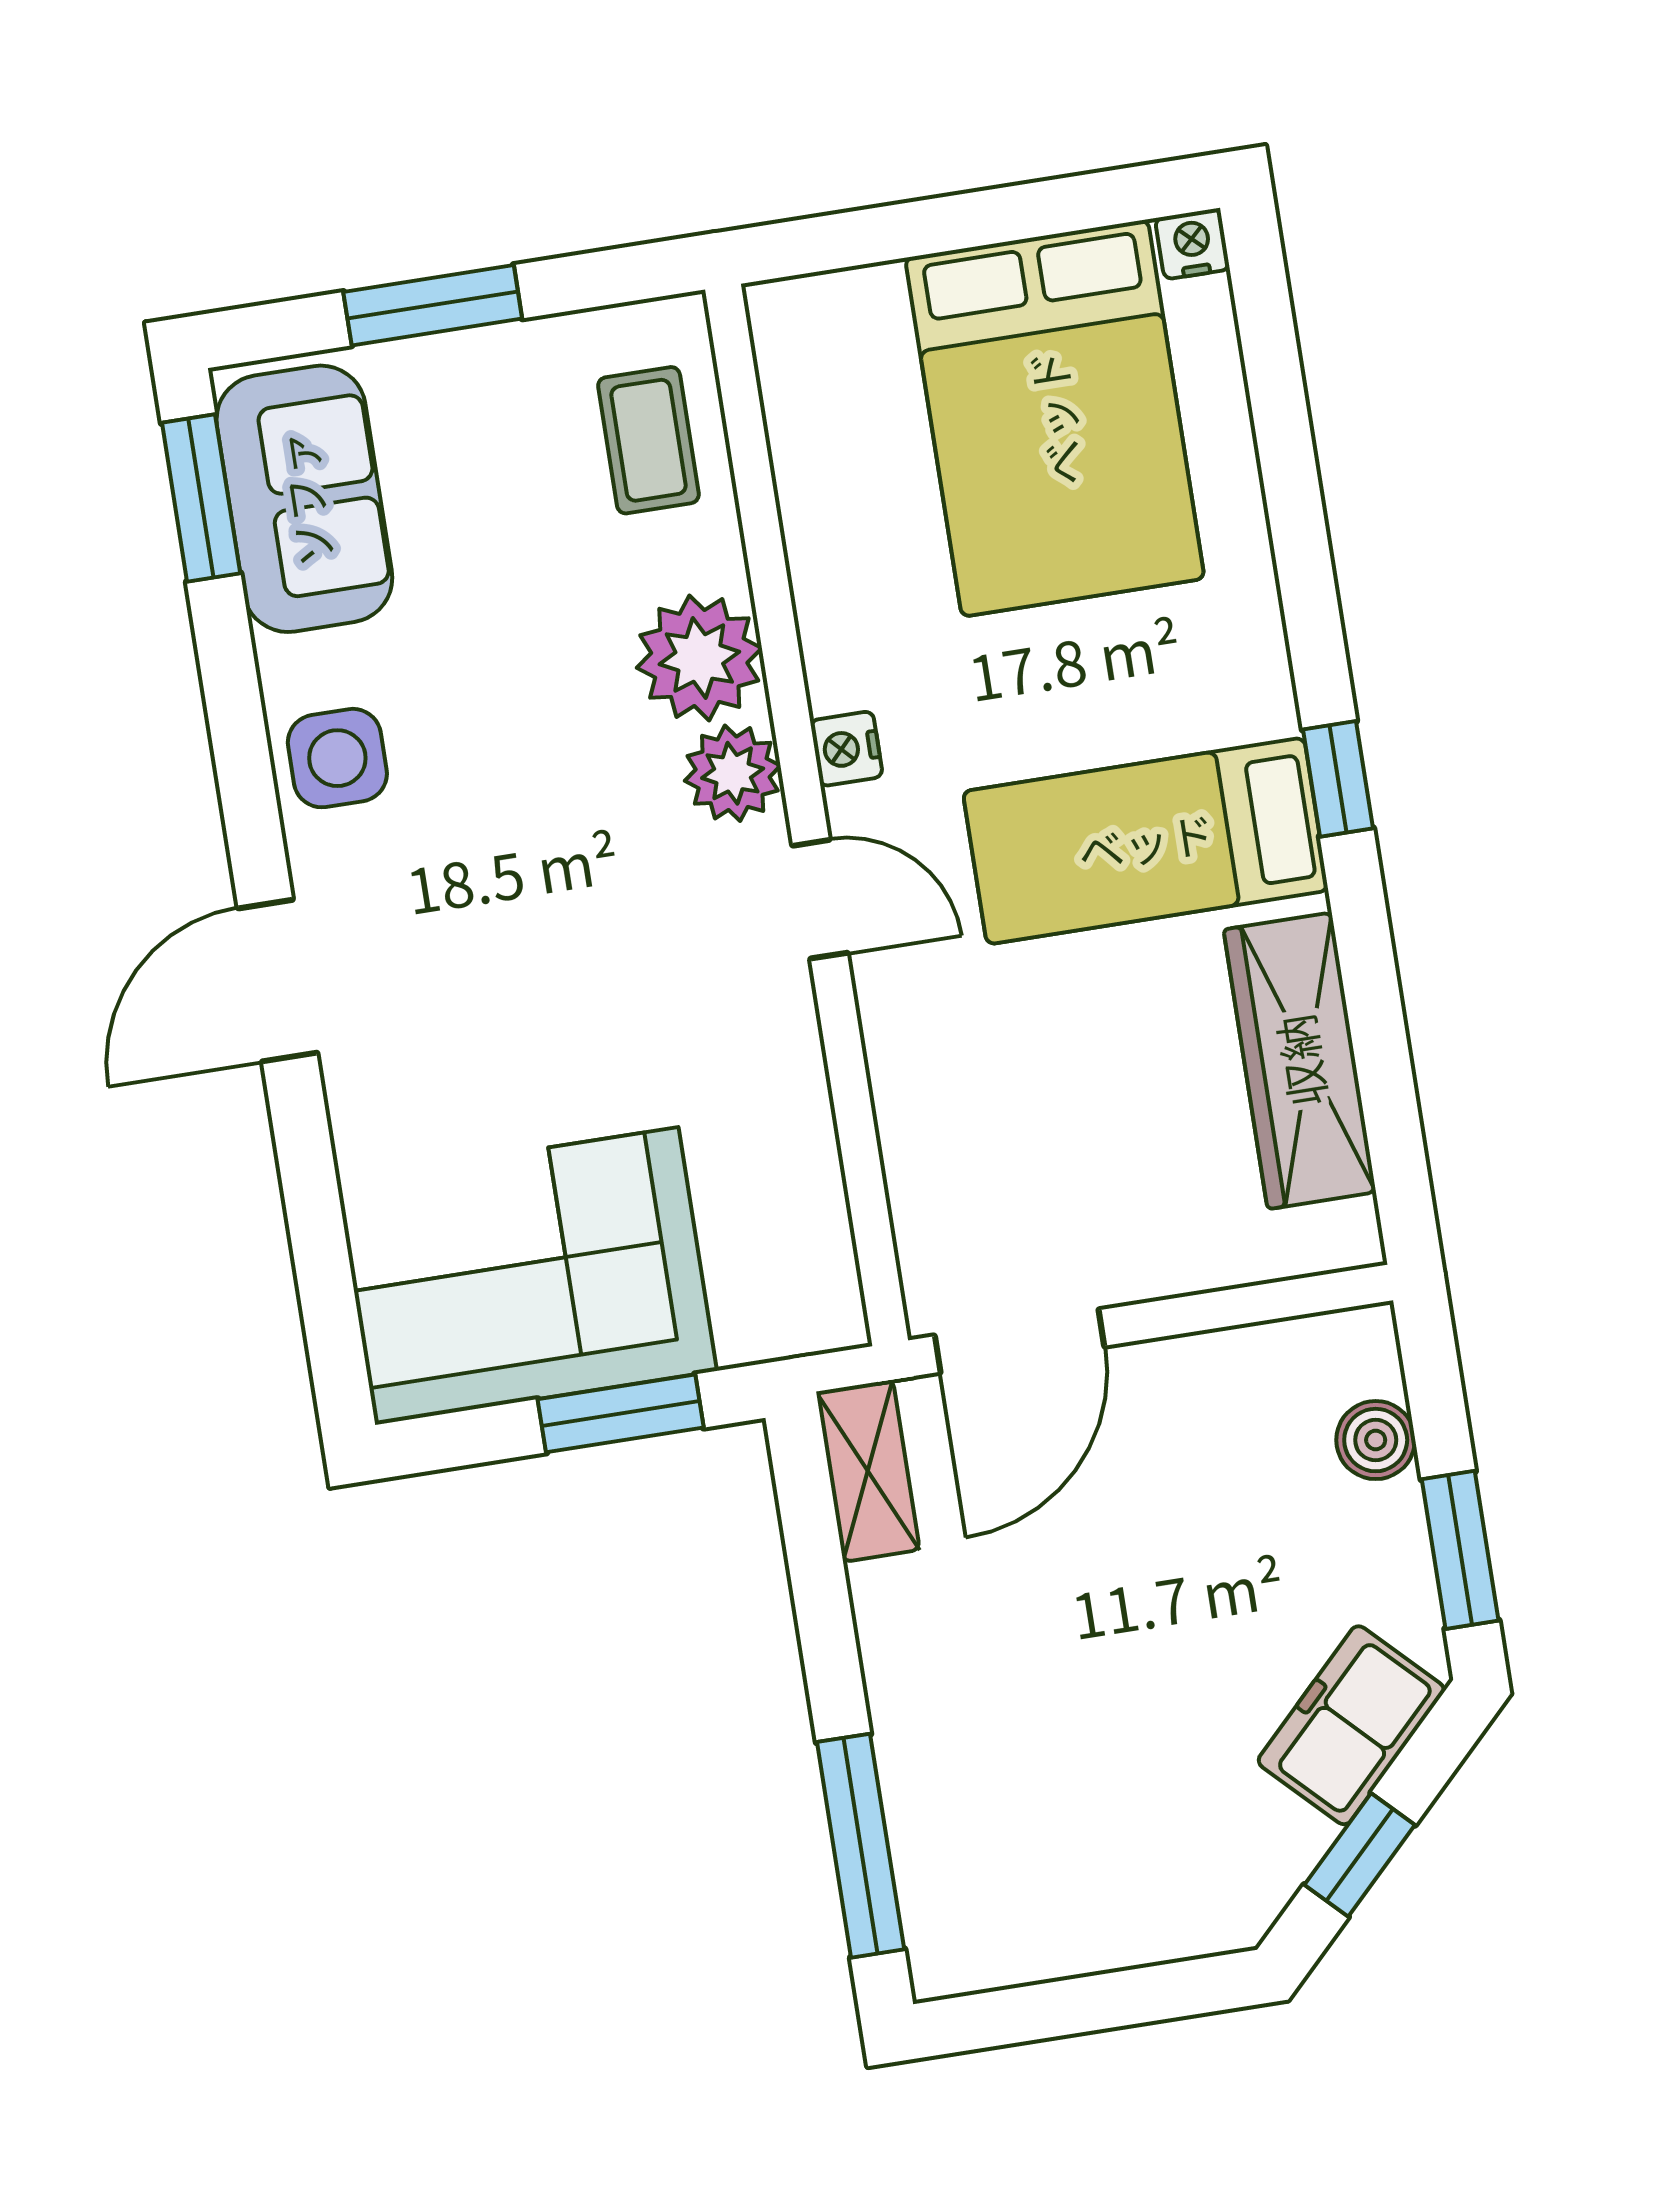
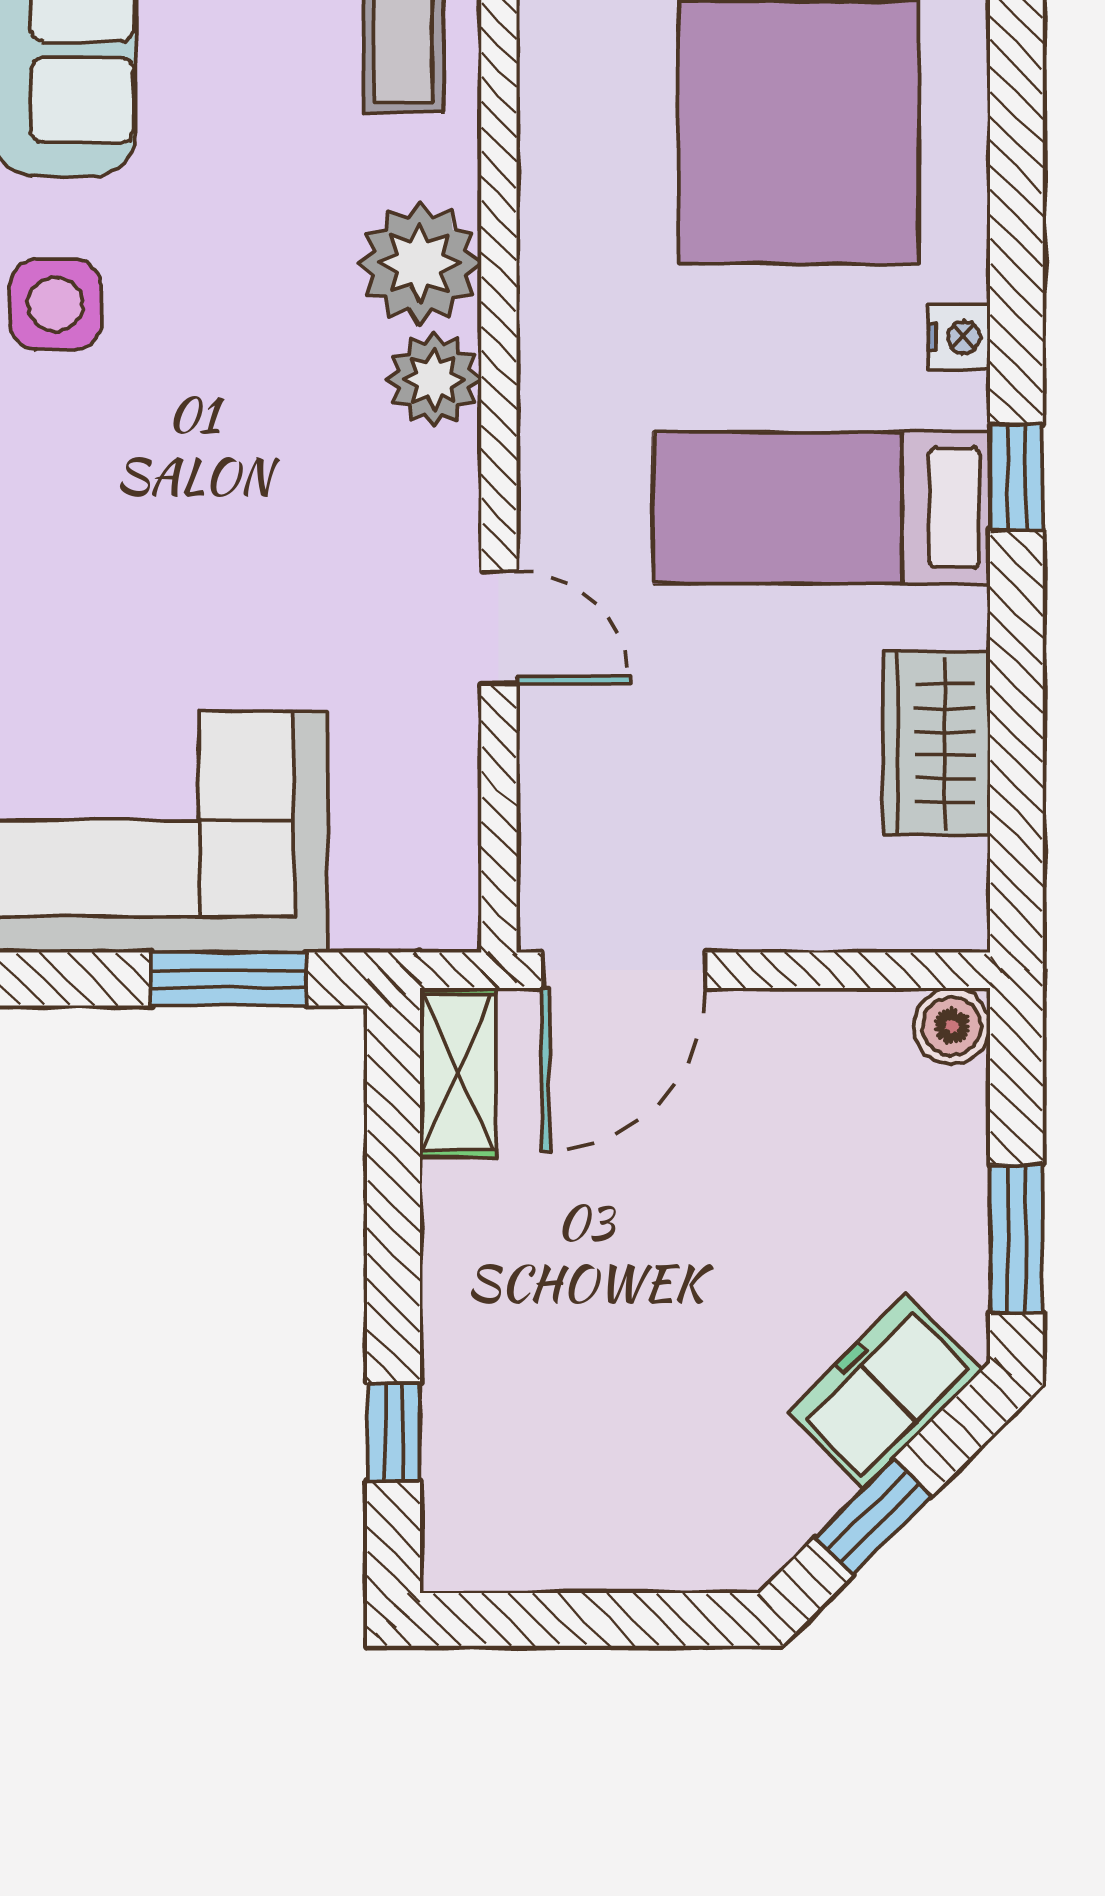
nightstand: (846, 749) -> (959, 337), moved, turned 180
door: (820, 899) -> (499, 627), moved
wardrobe: (1300, 1061) -> (937, 743), width x0.67
boiler: (1376, 1440) -> (952, 1026), moved
window: (861, 1846) -> (394, 1432), width x0.46

